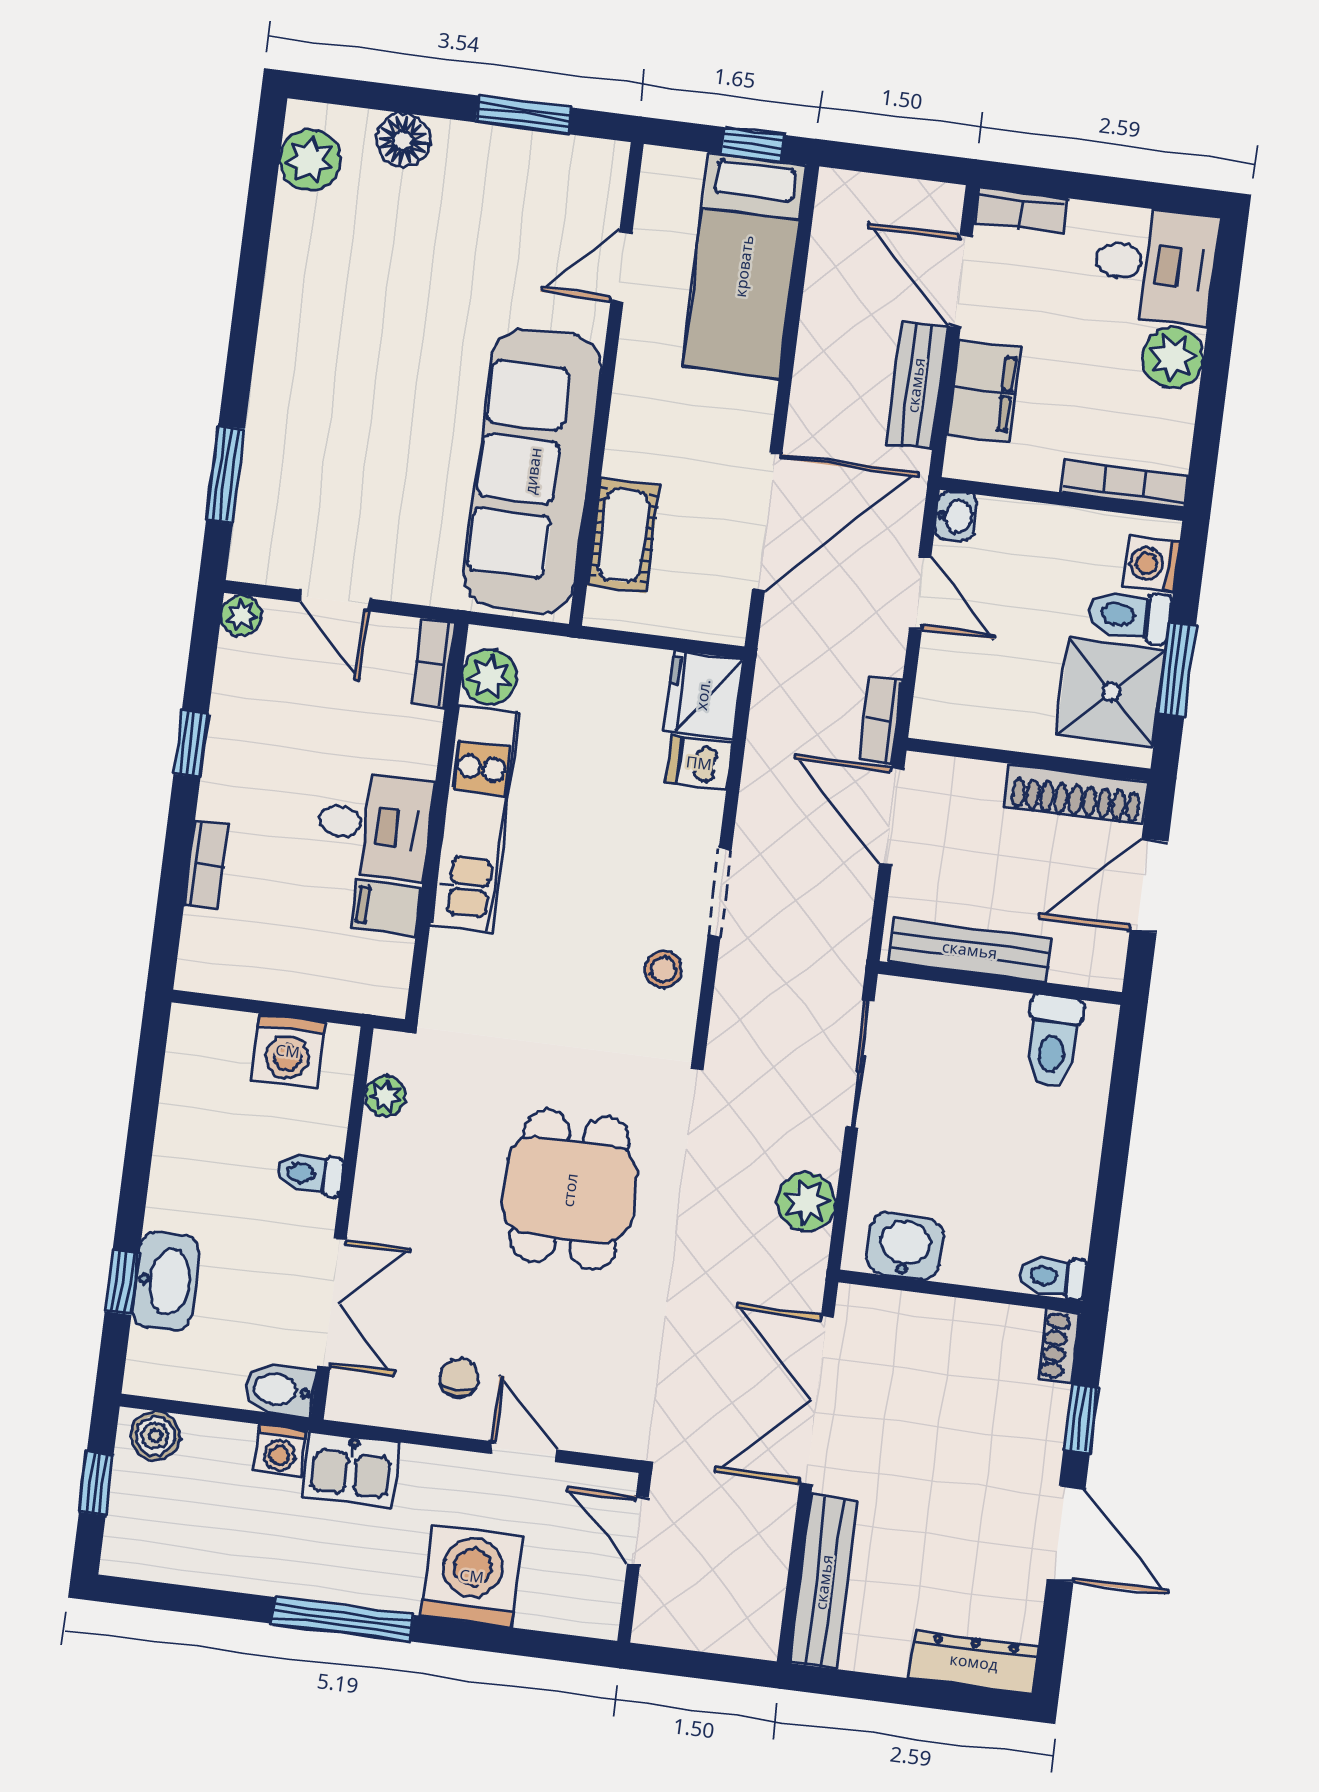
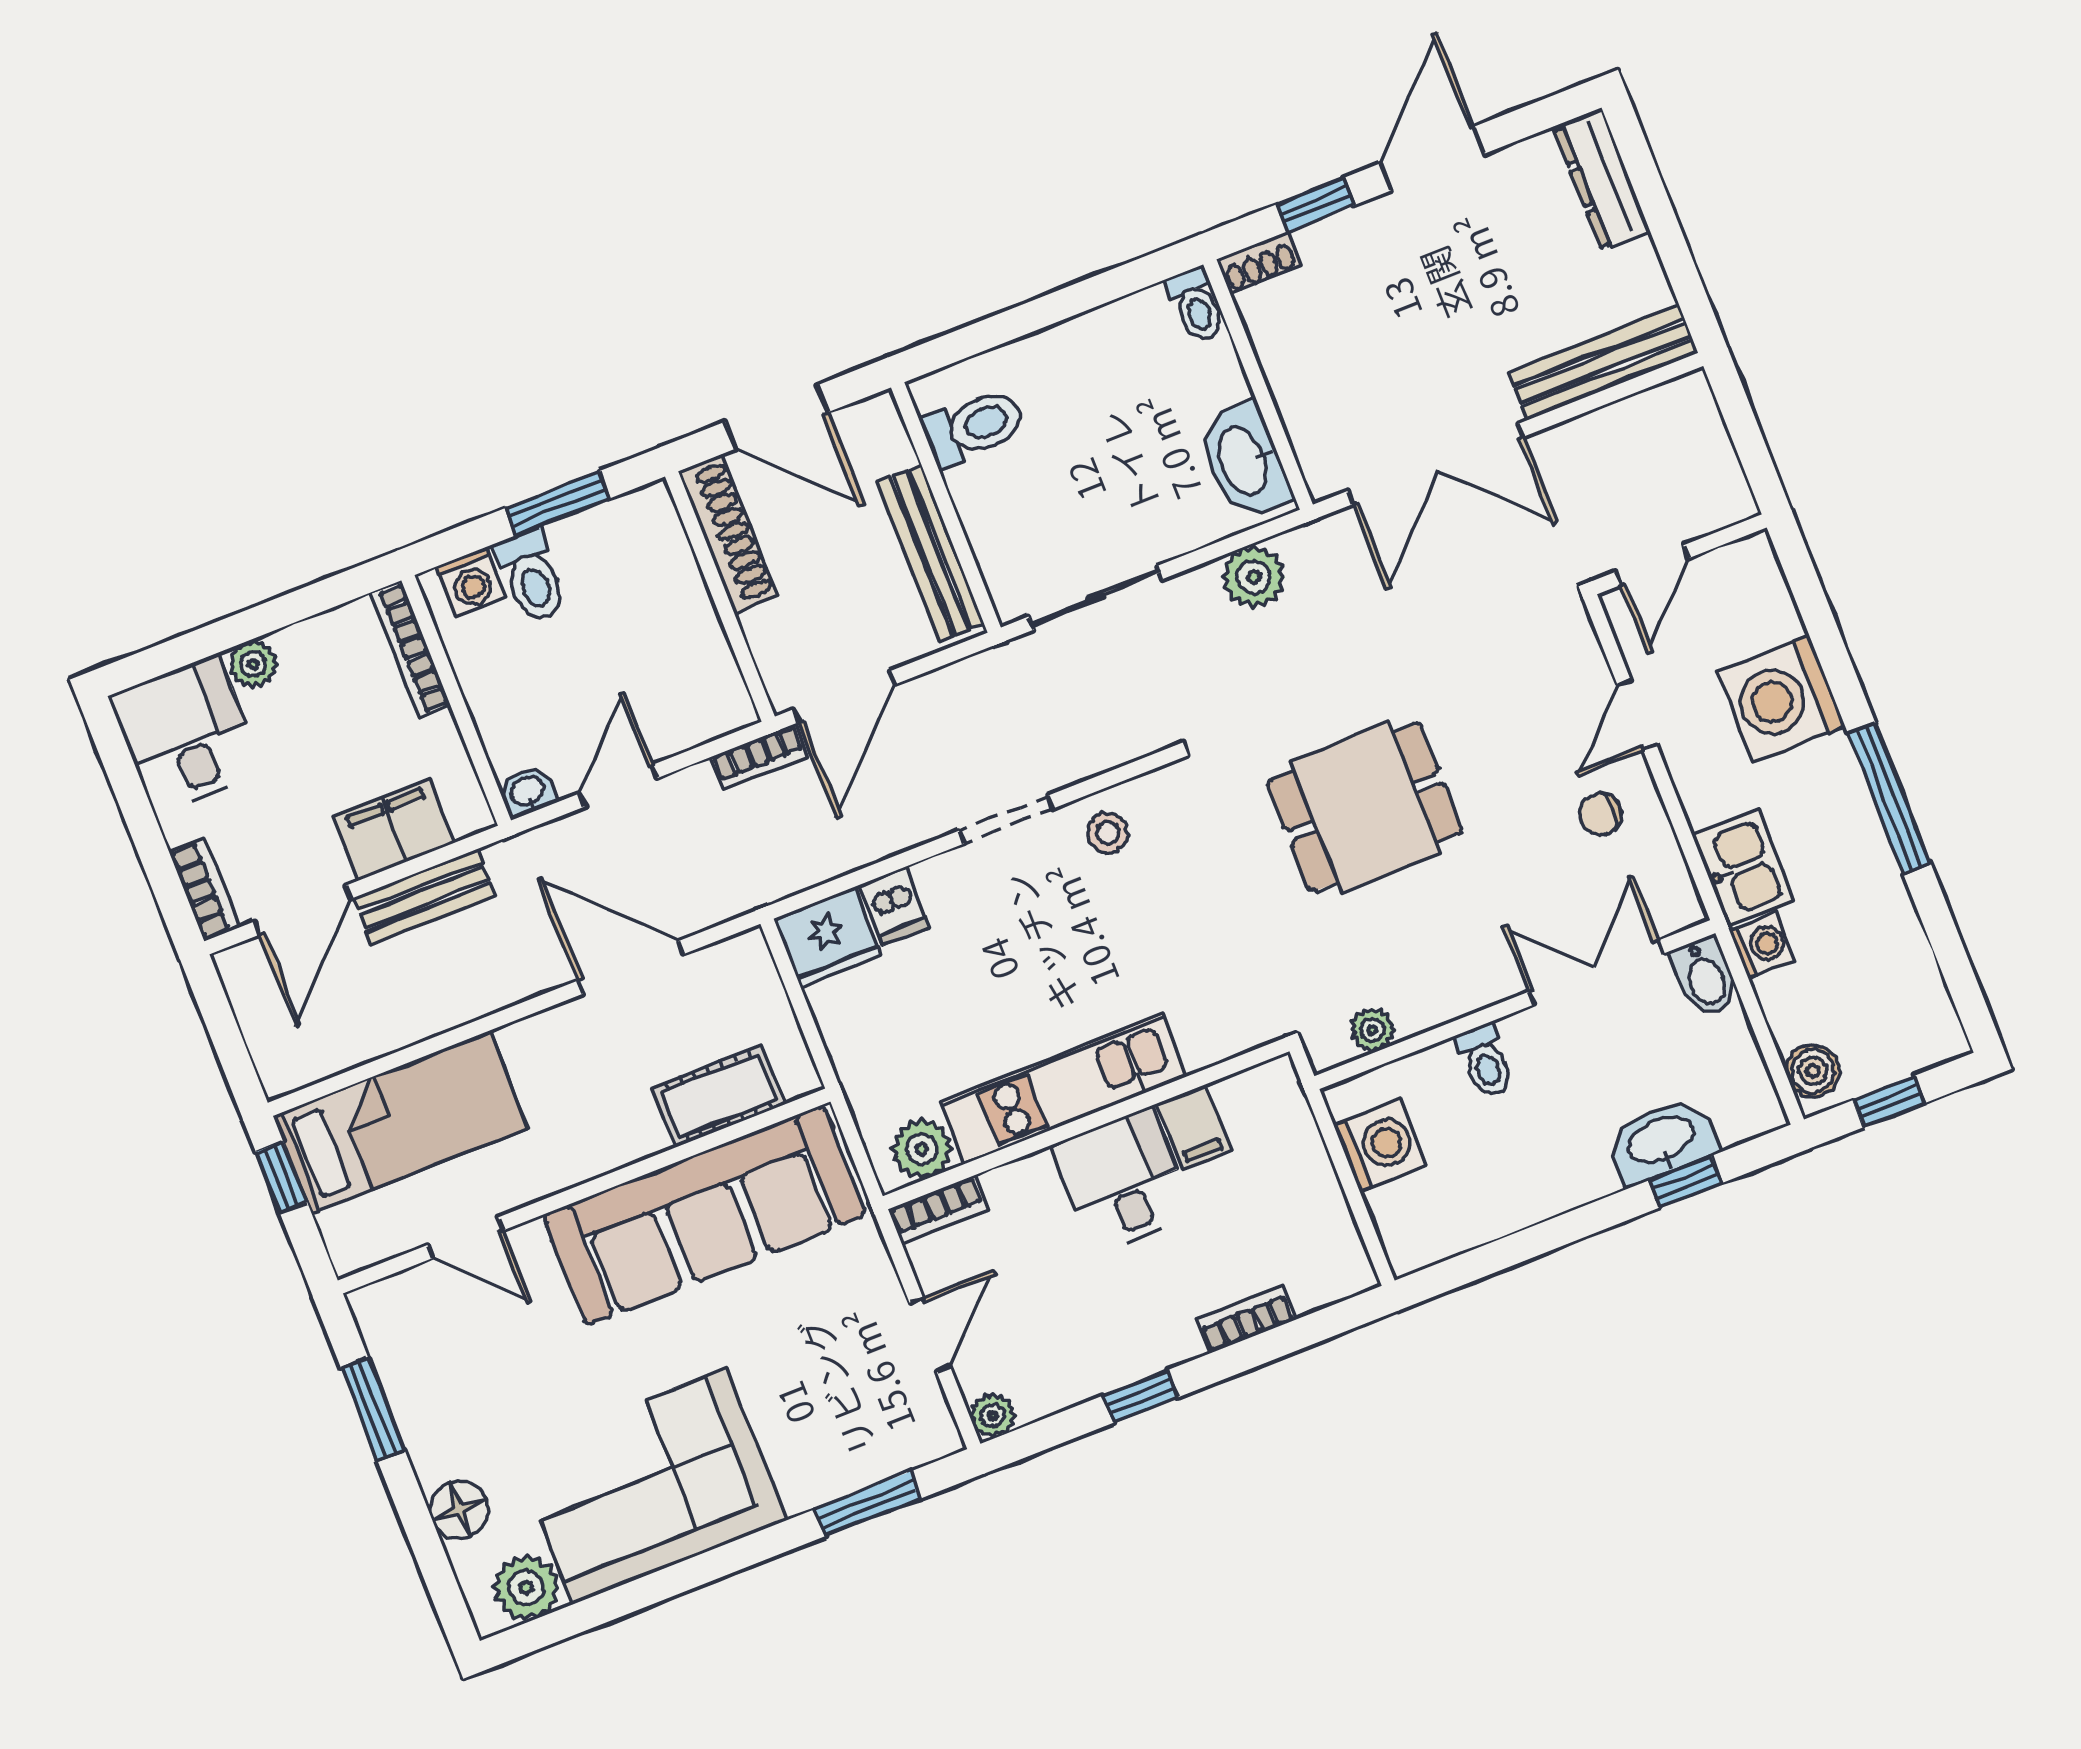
corner sofa: (337, 306) -> (650, 1486), added
plant: (1173, 358) -> (253, 664), width x0.73, depth x0.73
door: (767, 521) -> (631, 967), width x0.73
shower: (1111, 692) -> (613, 554), removed
washbasin: (905, 1246) -> (1244, 461), width x1.38

